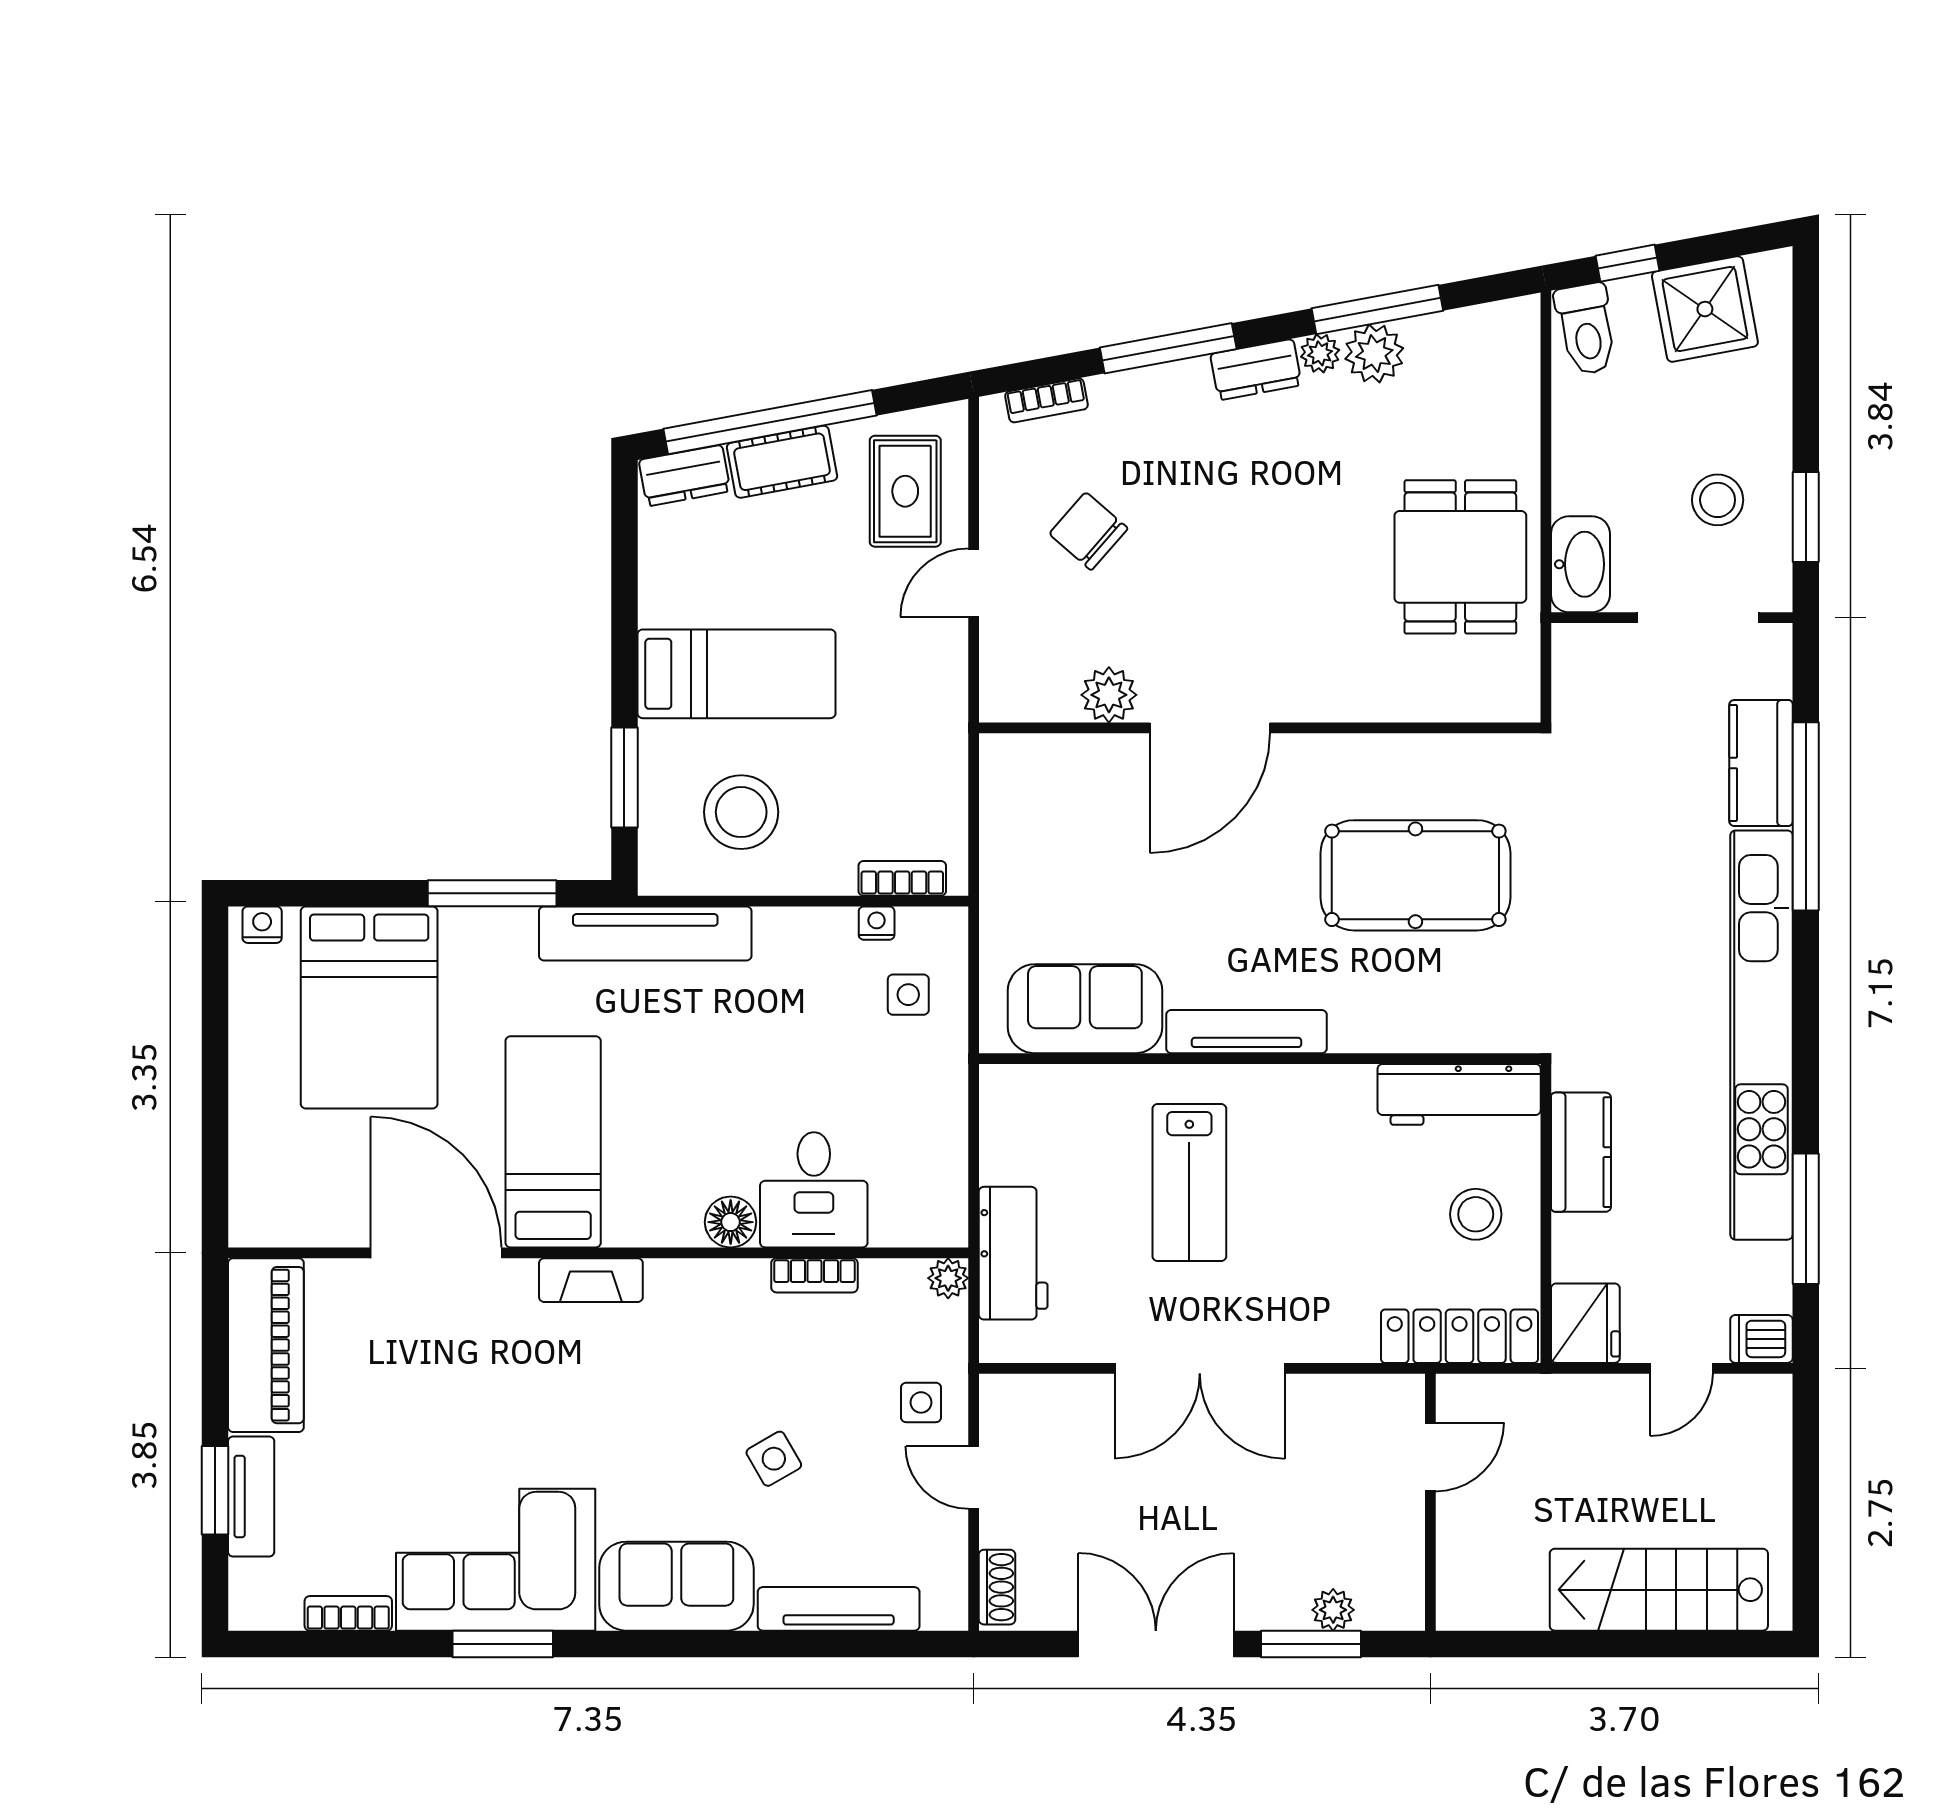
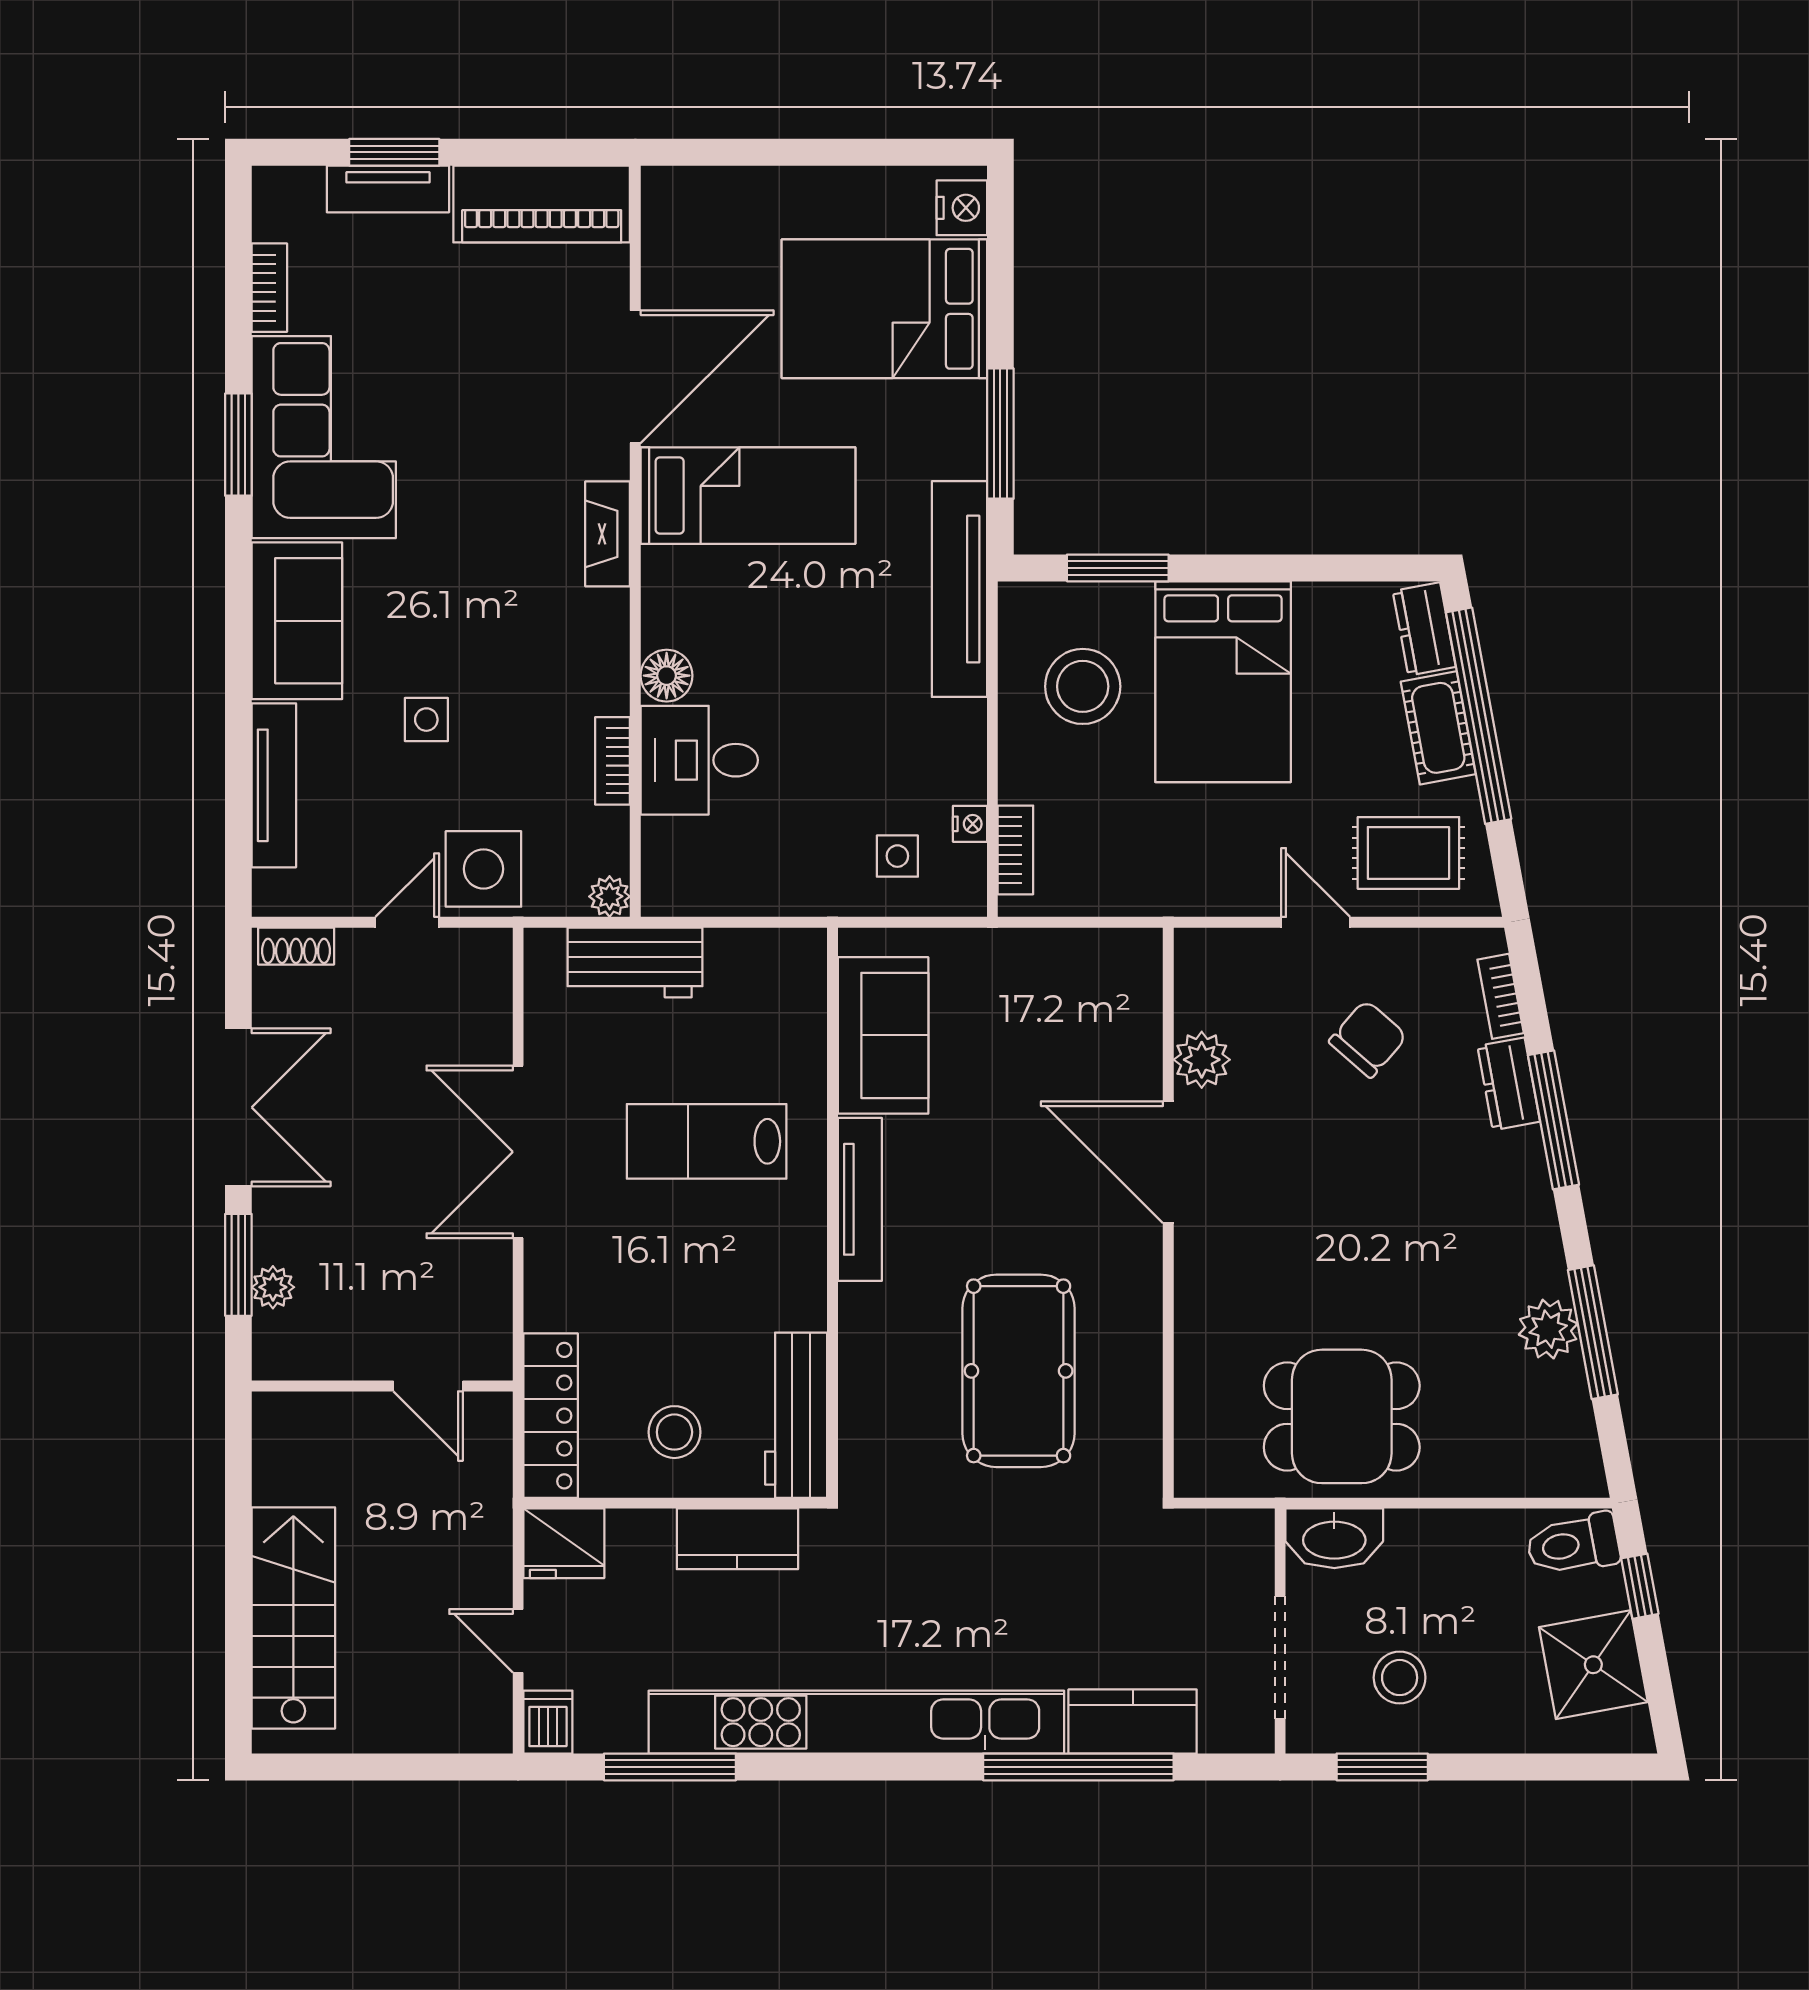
plant: (1320, 353) -> (1548, 1274), removed
dresser: (1256, 370) -> (1509, 1084), moved
bed: (736, 674) -> (1223, 682), width x1.50
nightstand: (262, 925) -> (962, 208), width x1.39, depth x1.35
side table: (921, 1402) -> (483, 869), width x1.87, depth x1.87
side table: (774, 1459) -> (426, 720), turned 30

